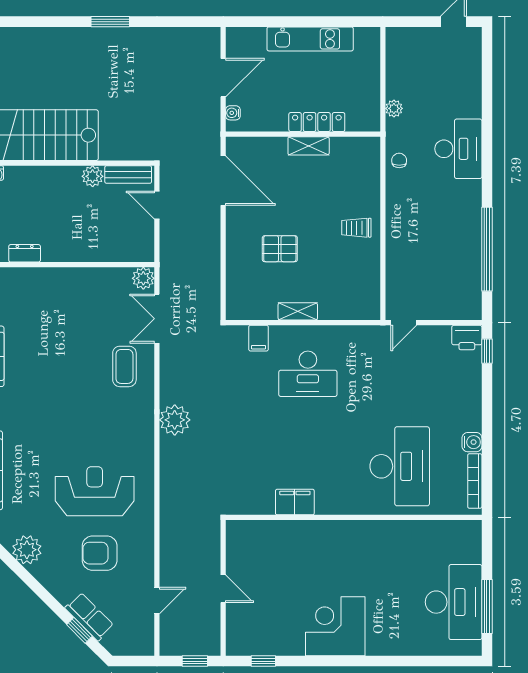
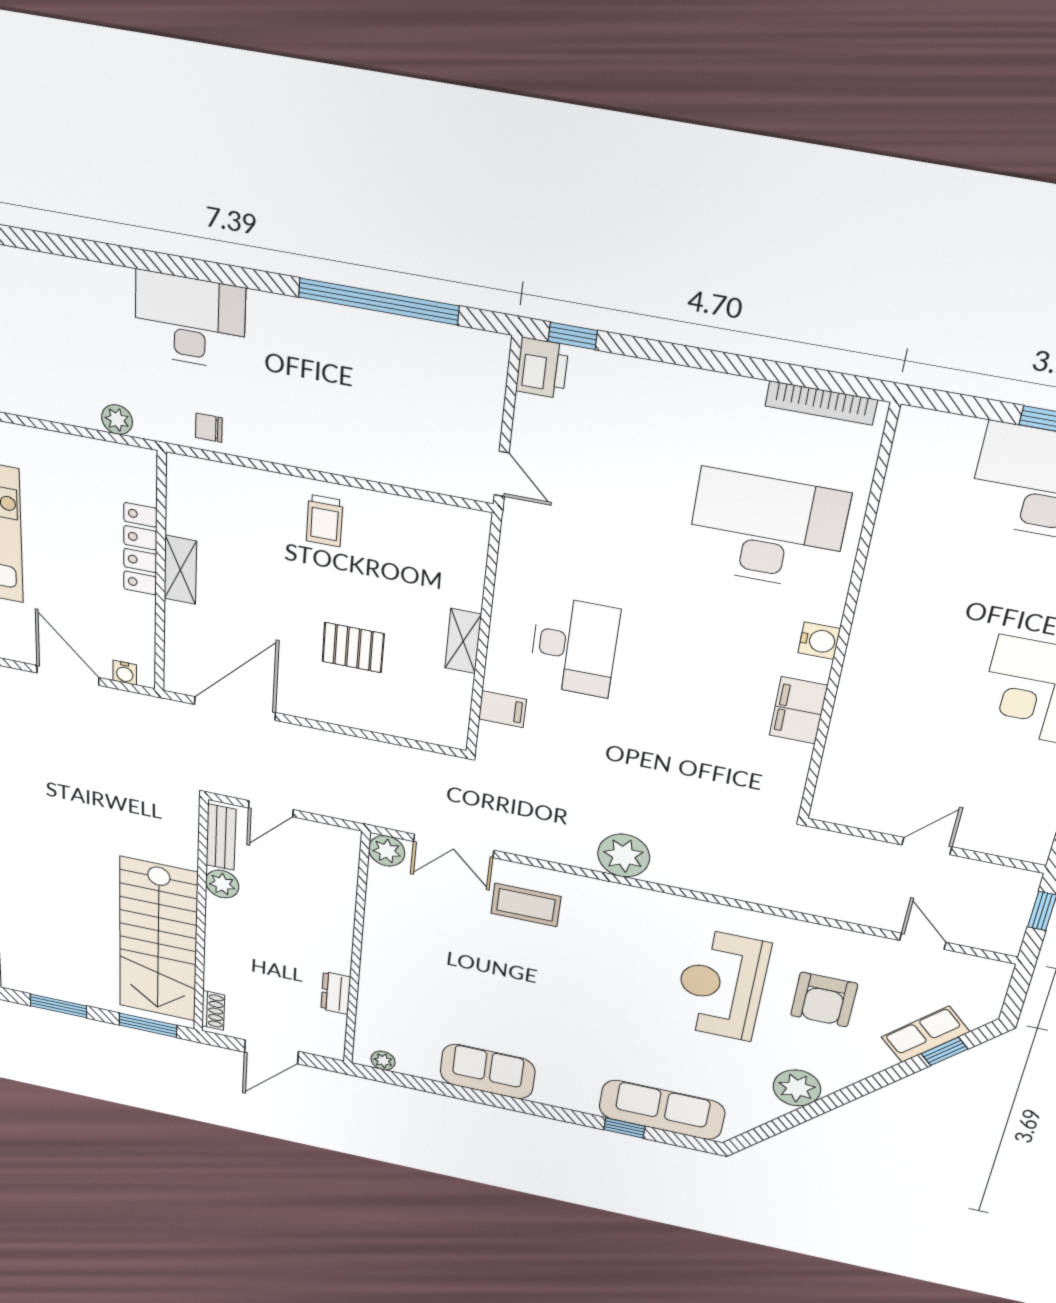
pallet: (280, 249) -> (353, 648), turned 90
water cooler: (472, 442) -> (819, 641), moved, turned 90

